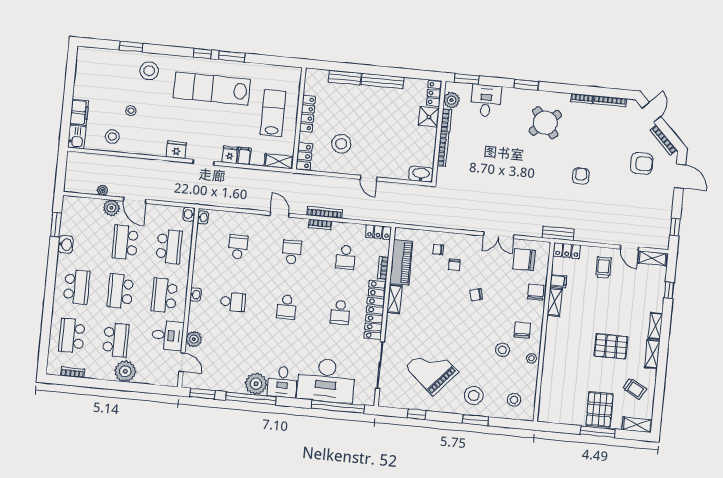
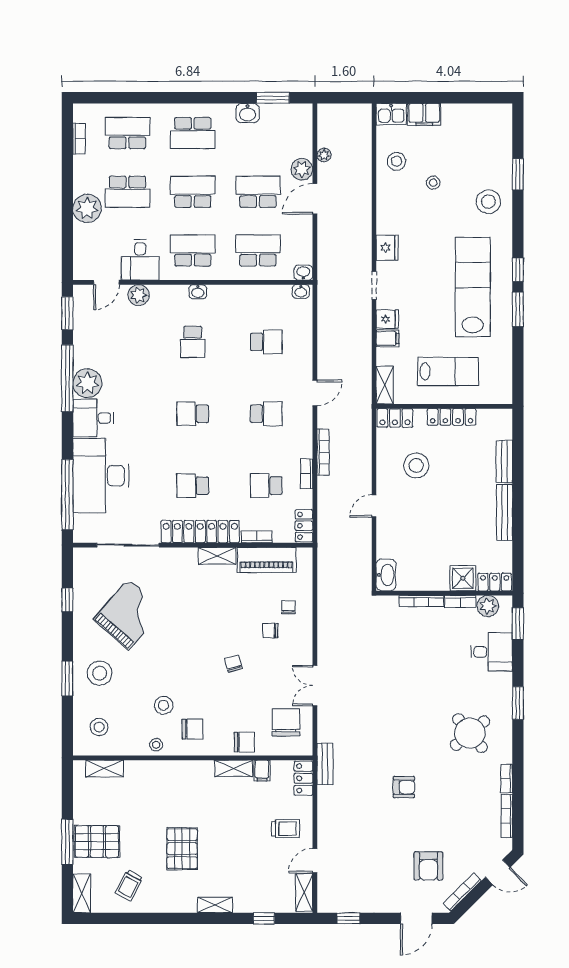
bookcase: (320, 224) -> (307, 474), moved
school desk: (169, 247) -> (258, 250), turned 180
shelving: (652, 354) -> (105, 768), moved

